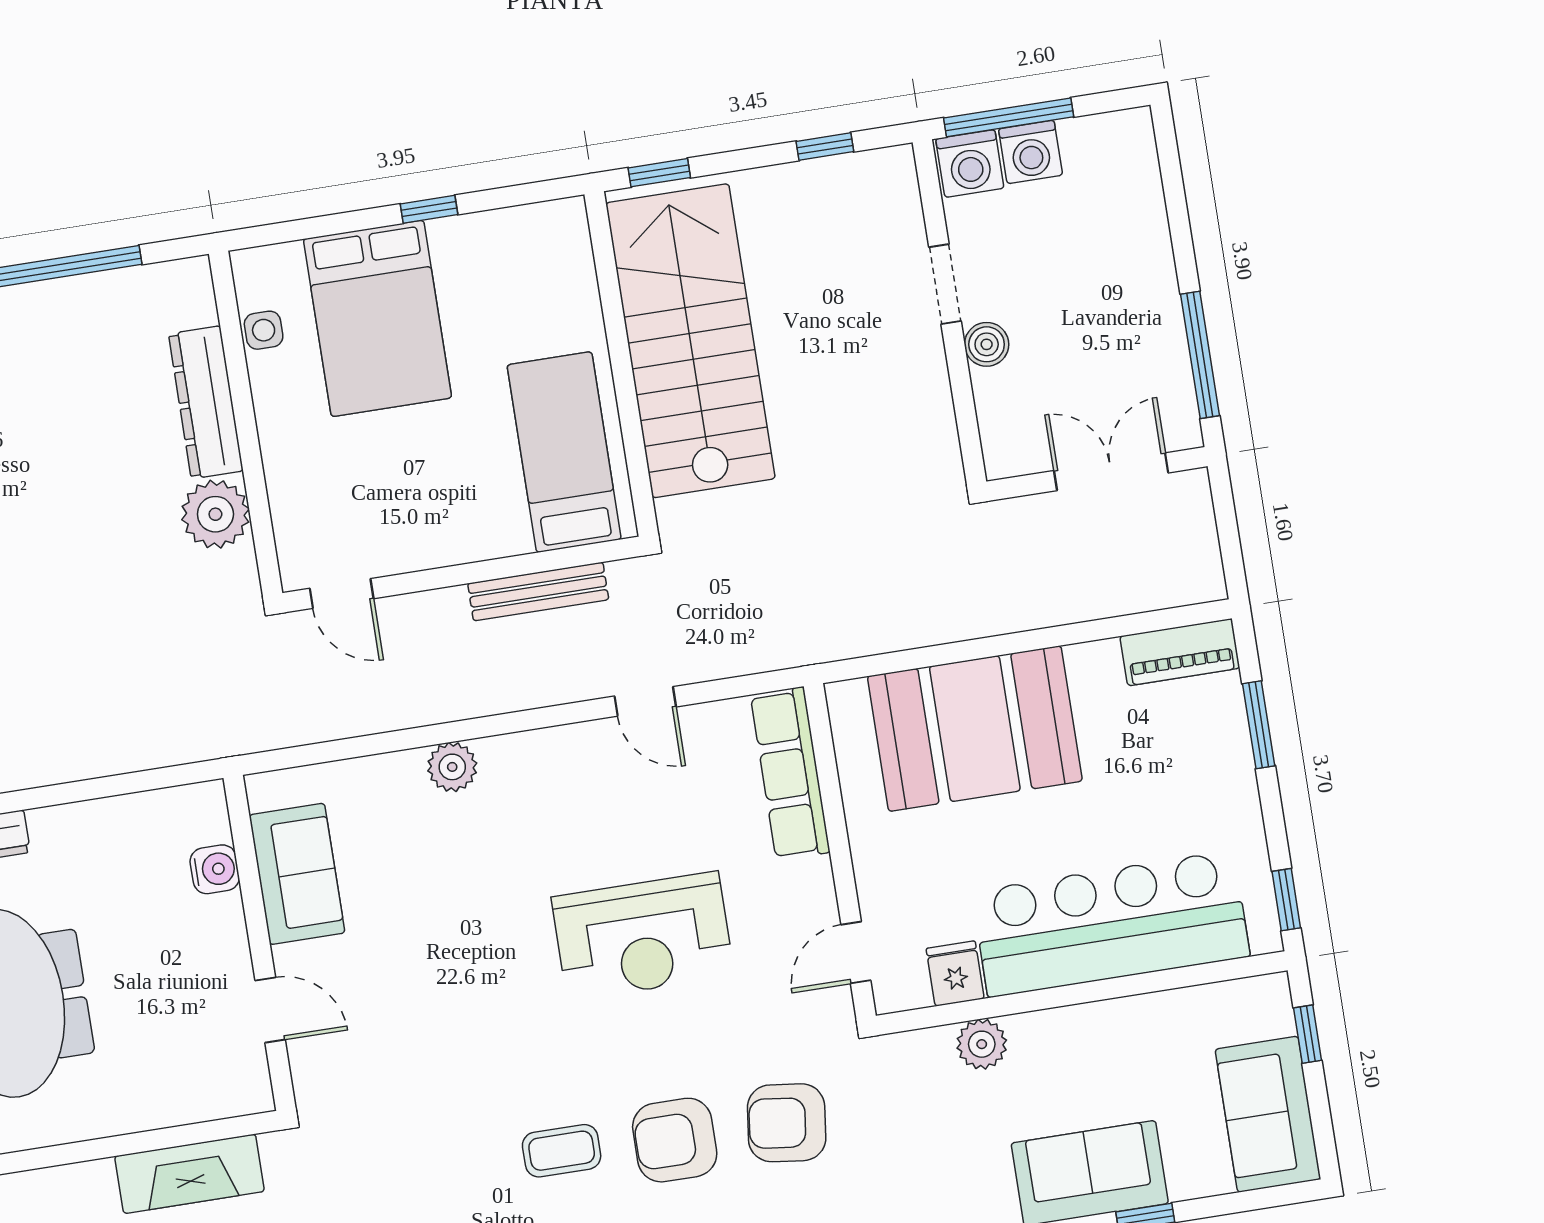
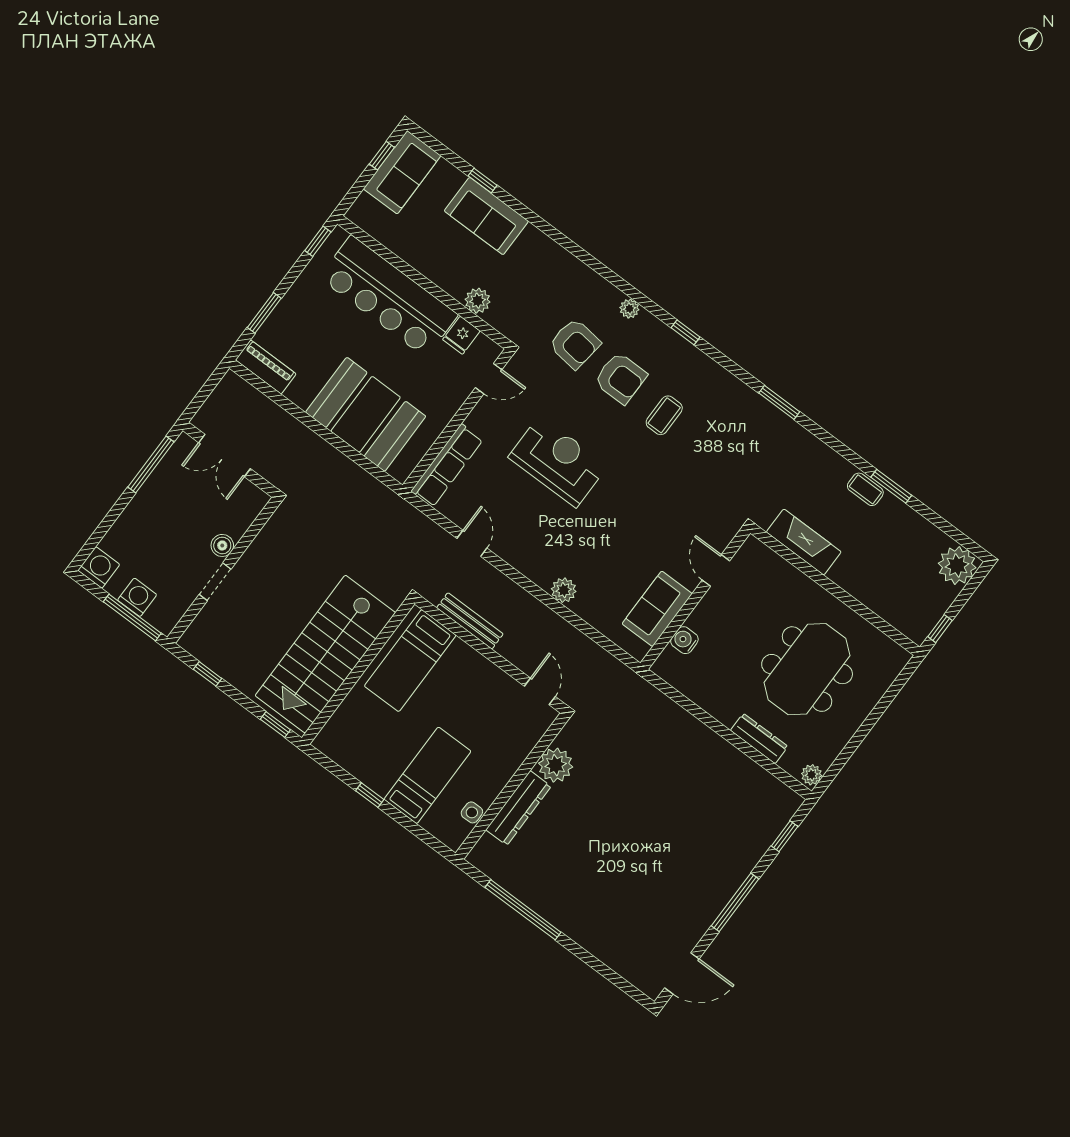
washing machine: (970, 164) -> (99, 567), moved
bed: (377, 318) -> (427, 775), width x0.67
window: (1308, 1034) -> (382, 156), moved
coffee table: (562, 1151) -> (664, 415), turned 90

